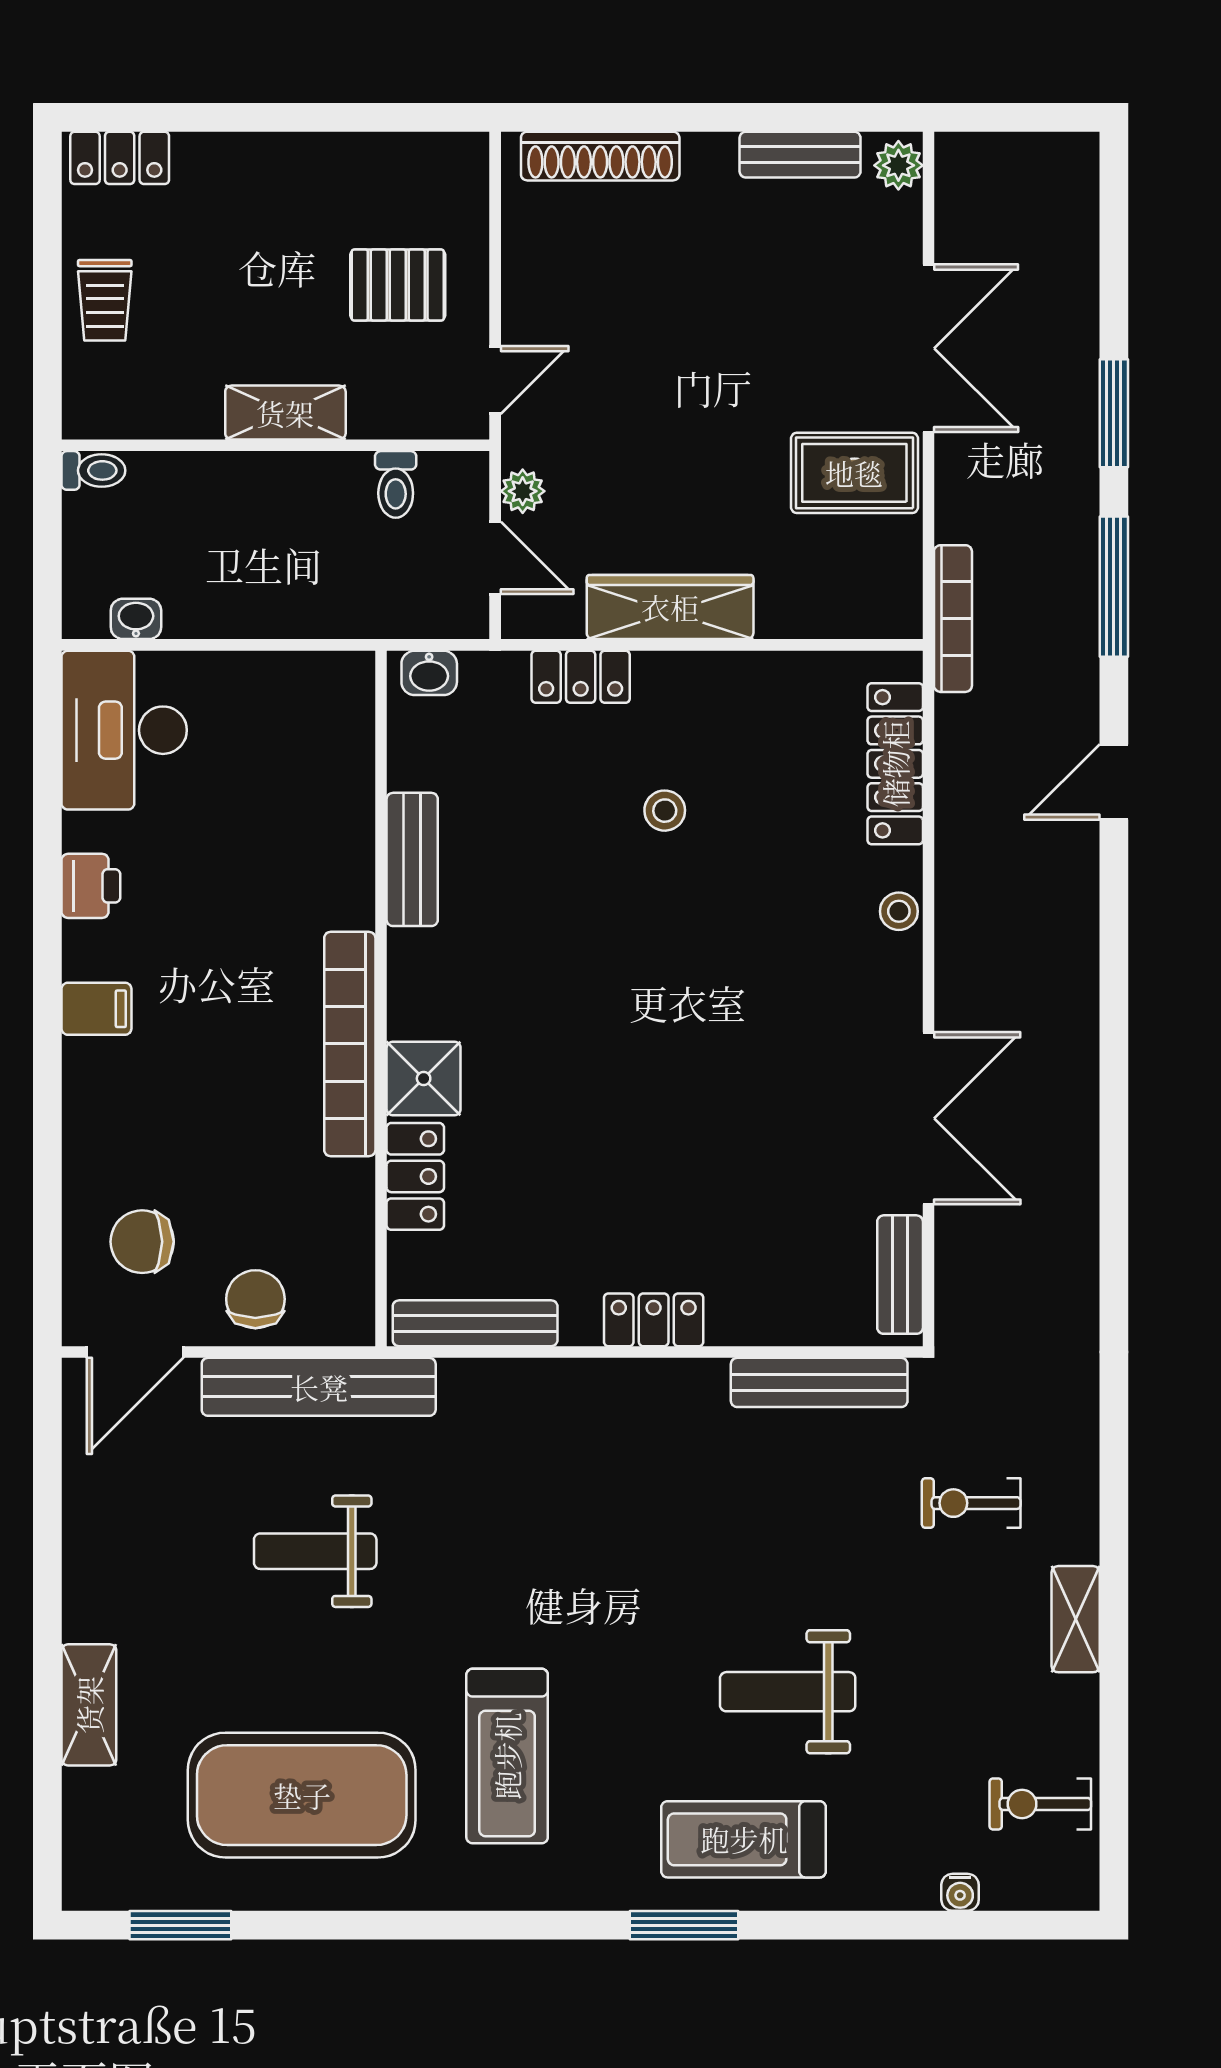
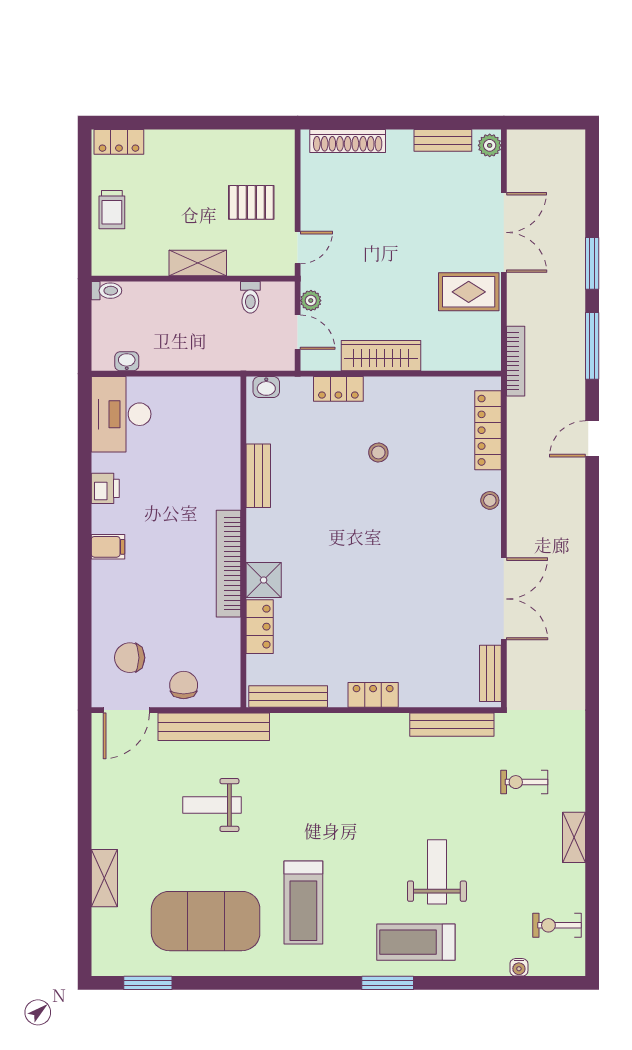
weight bench: (788, 1692) -> (437, 872), turned 90

